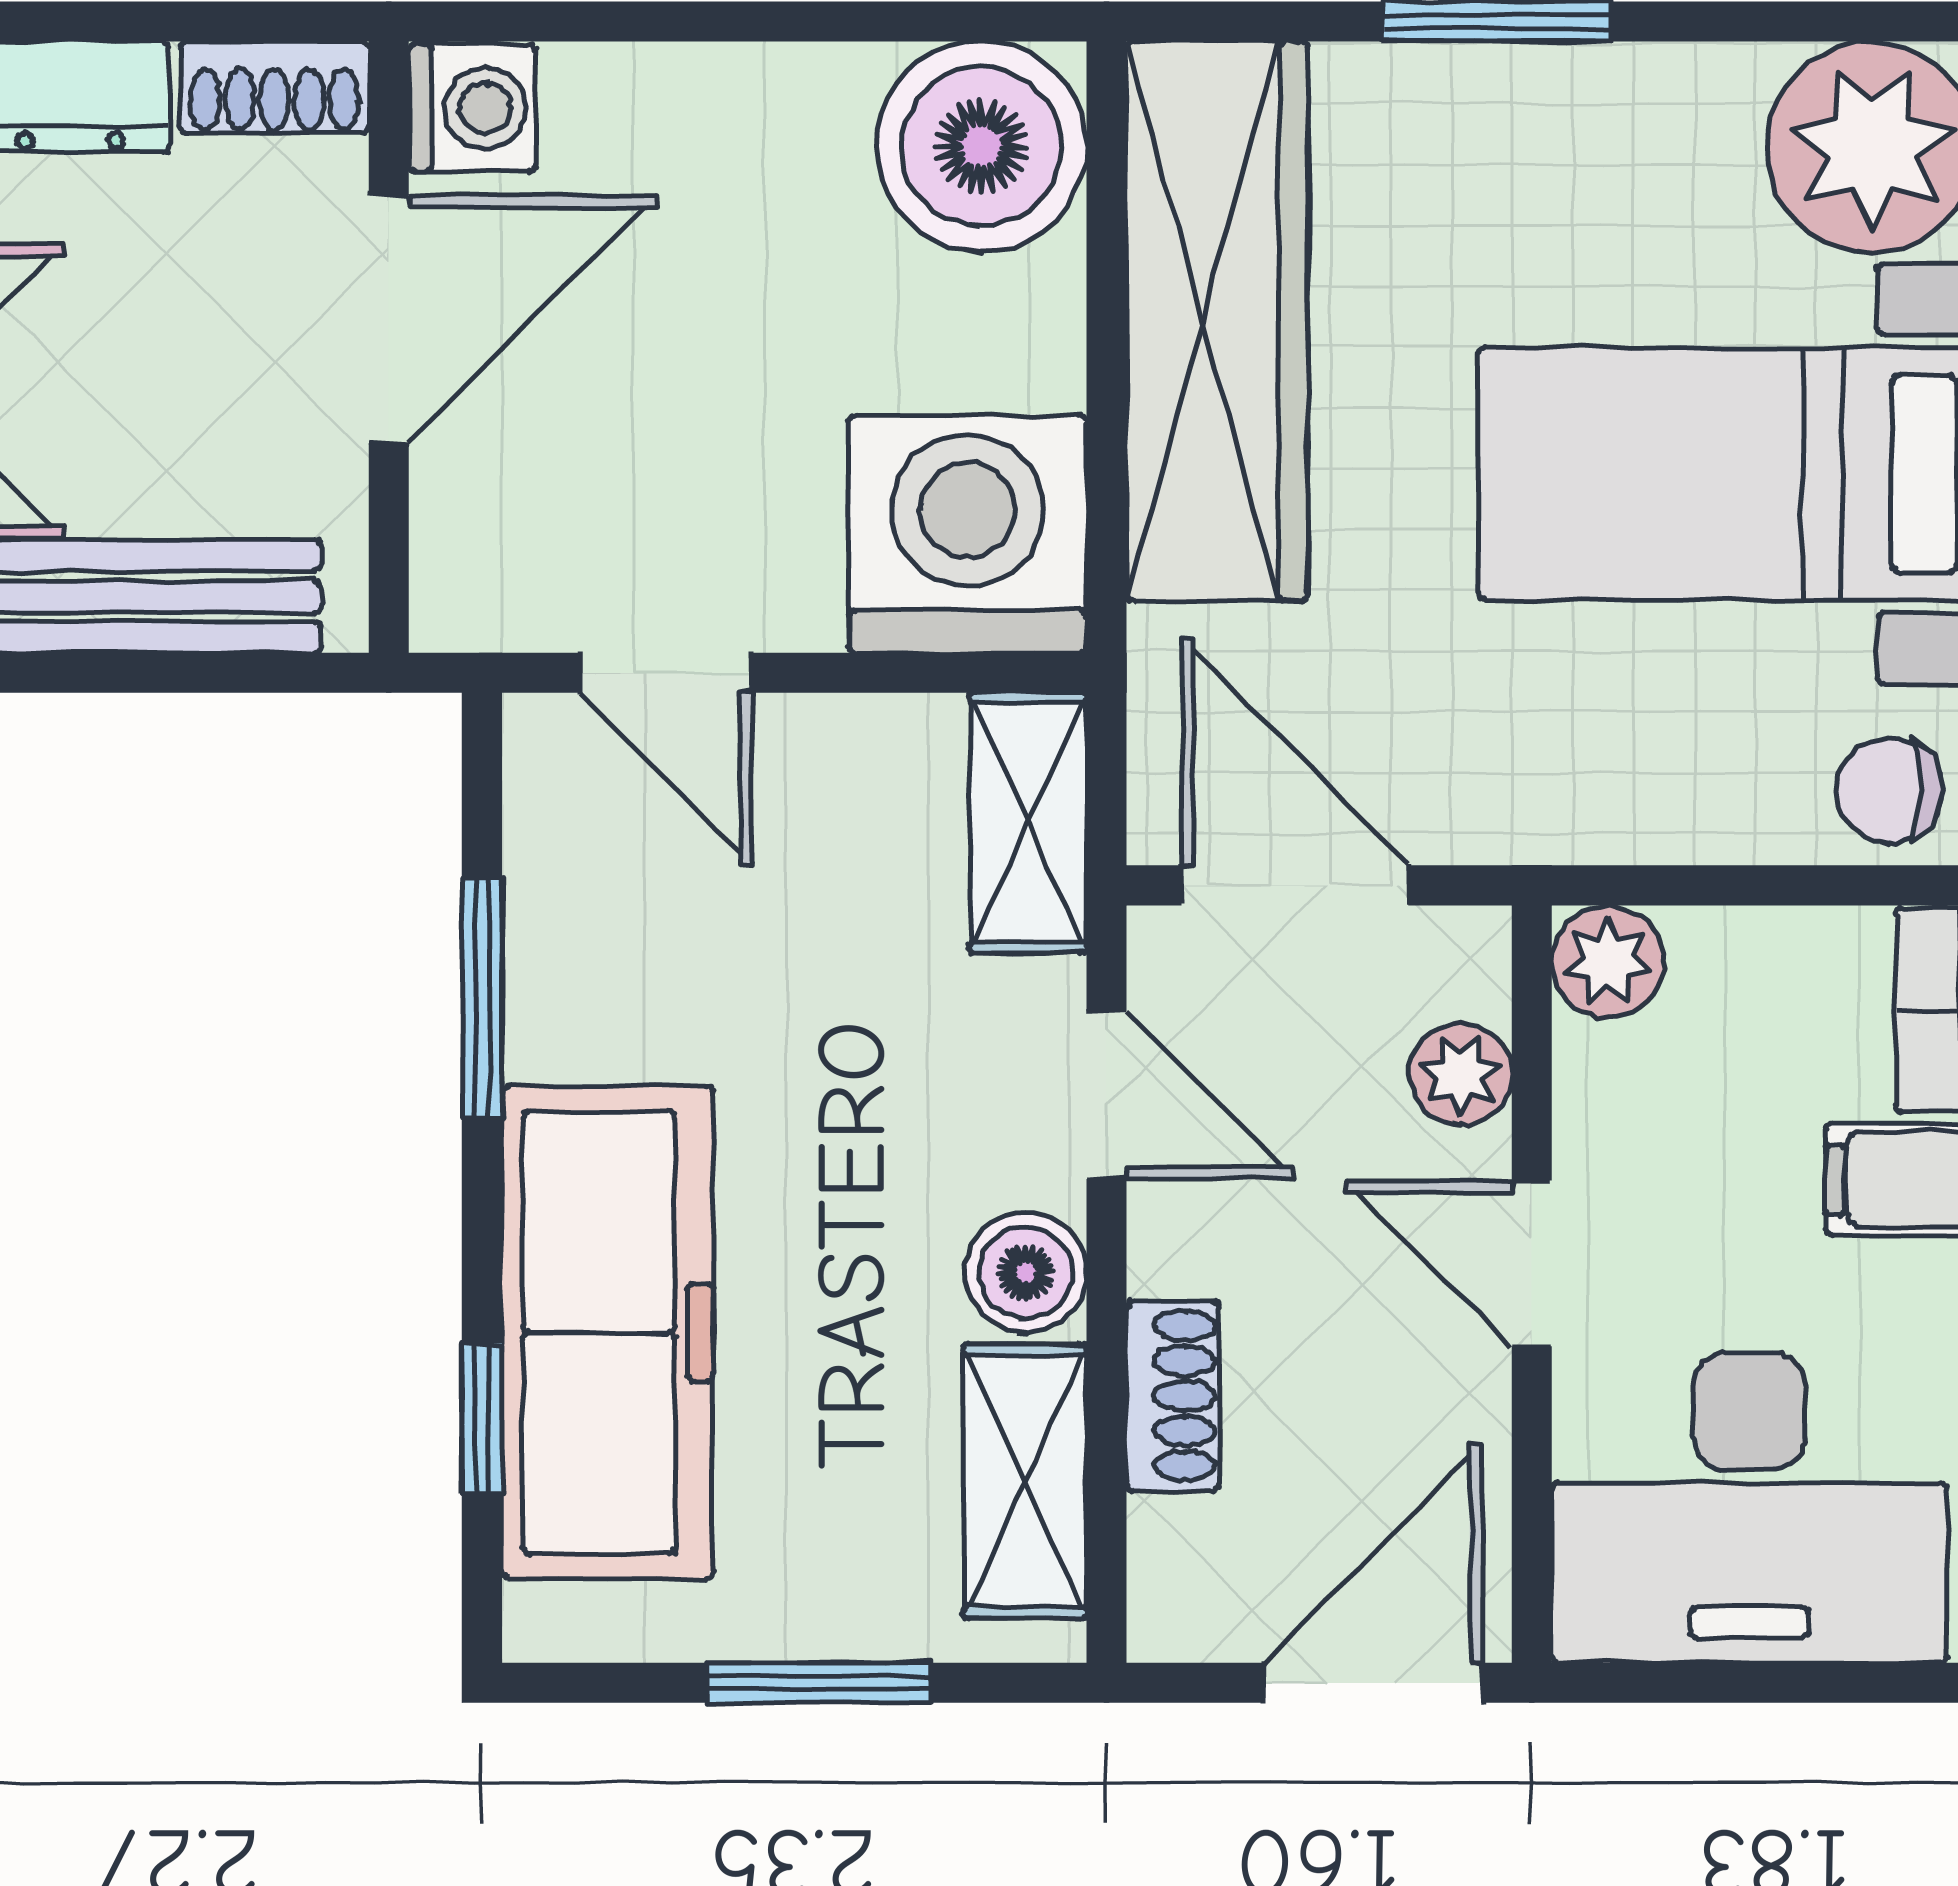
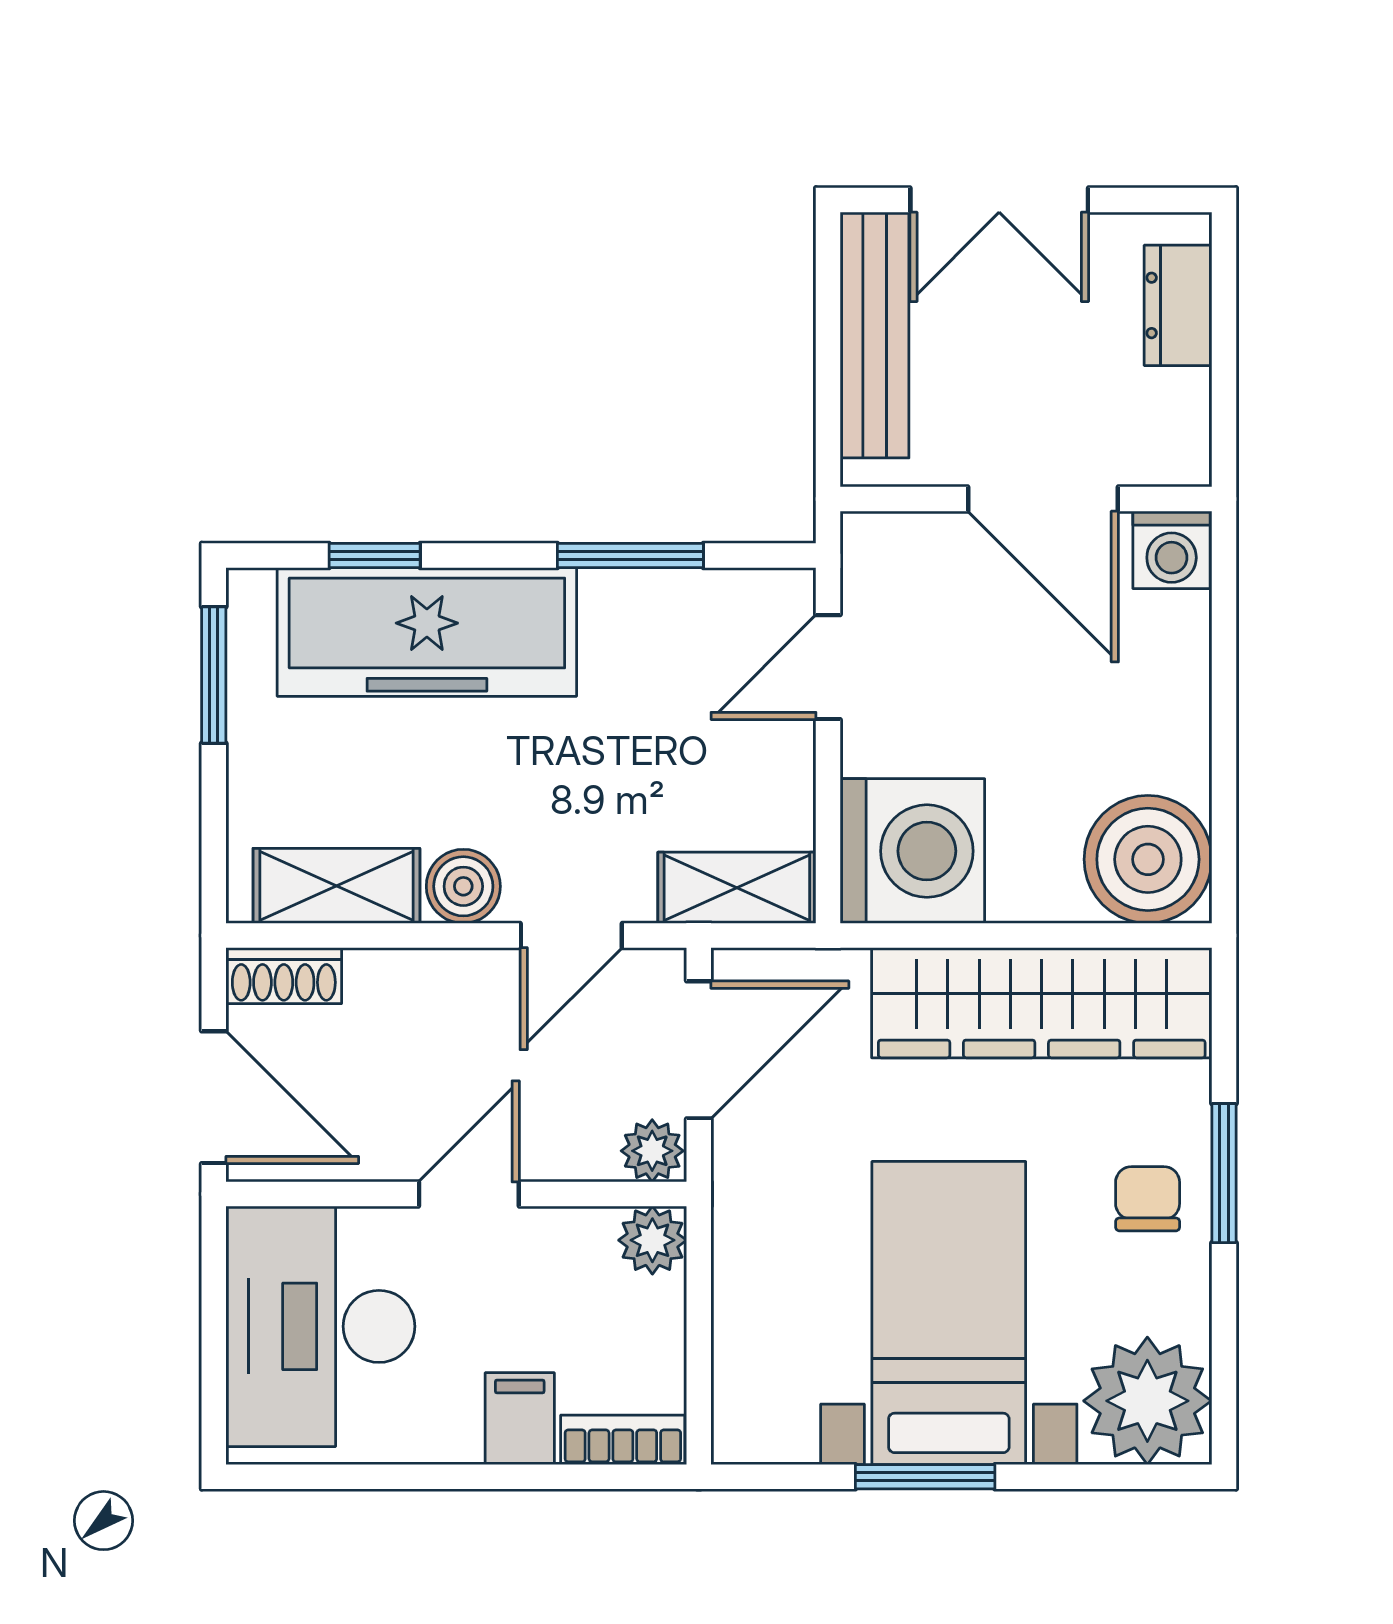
shoe rack: (274, 87) -> (1184, 429), removed
chair: (1889, 791) -> (1148, 1199), moved
plant: (1461, 1074) -> (652, 1151), moved
shoe rack: (1173, 1396) -> (284, 976), moved
window: (819, 1683) -> (214, 675), moved

